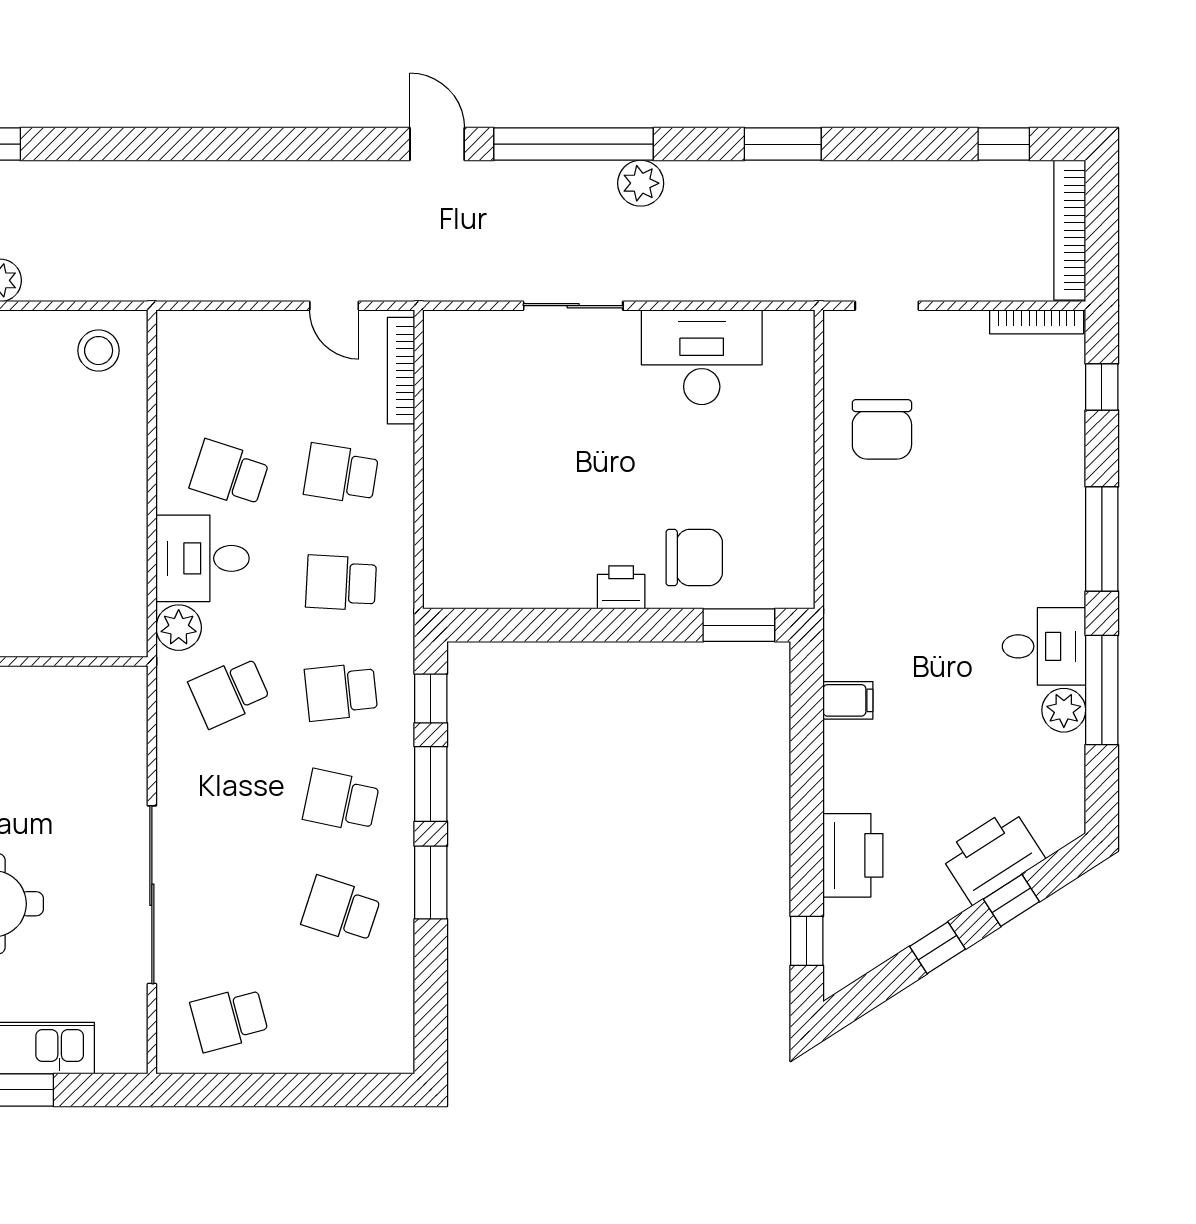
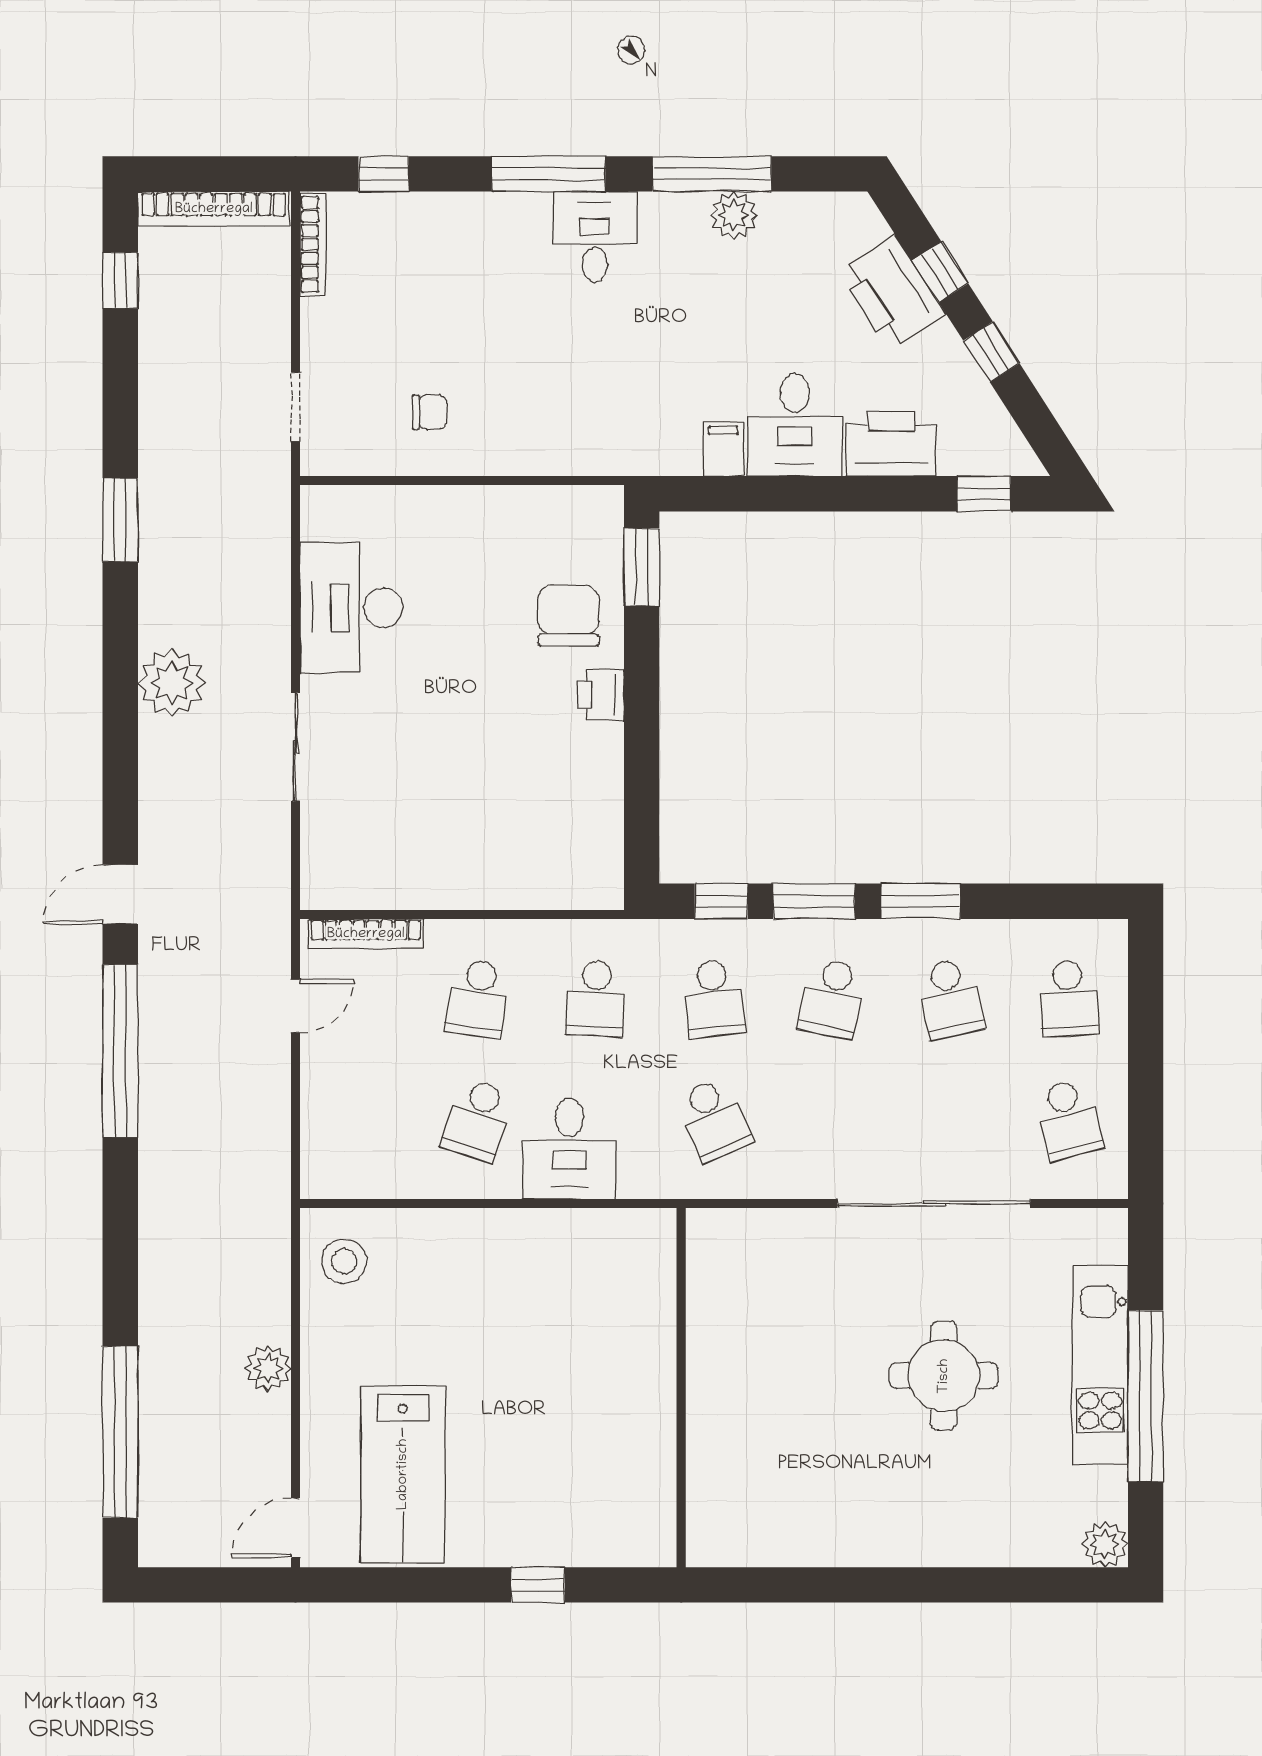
window: (573, 144) -> (120, 1051), moved
plant: (641, 183) -> (172, 683), width x1.36, depth x1.36
chair: (882, 429) -> (430, 412), width x0.54, depth x0.54
plant: (179, 628) -> (644, 1175), removed
desk: (1044, 646) -> (595, 237), moved
desk: (870, 766) -> (795, 425), added
school desk: (341, 910) -> (950, 998), turned -30
school desk: (341, 1019) -> (1069, 998), added

